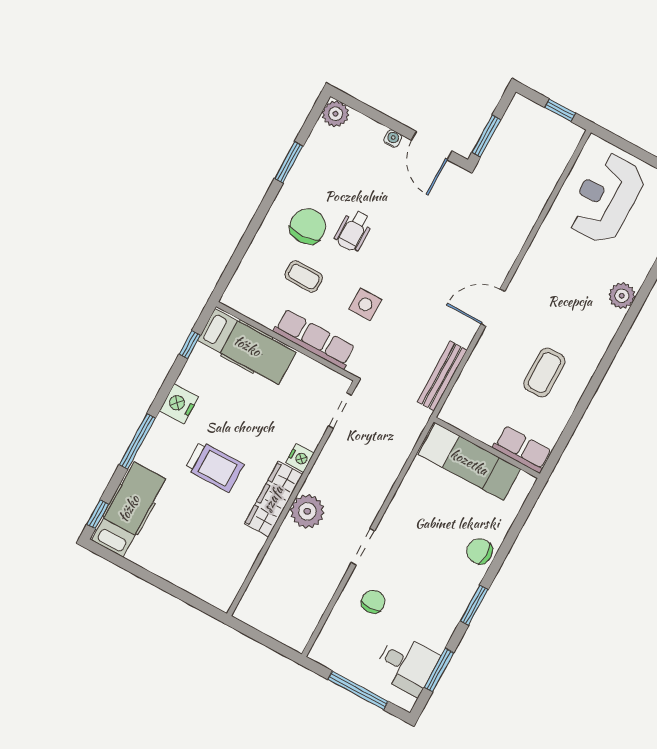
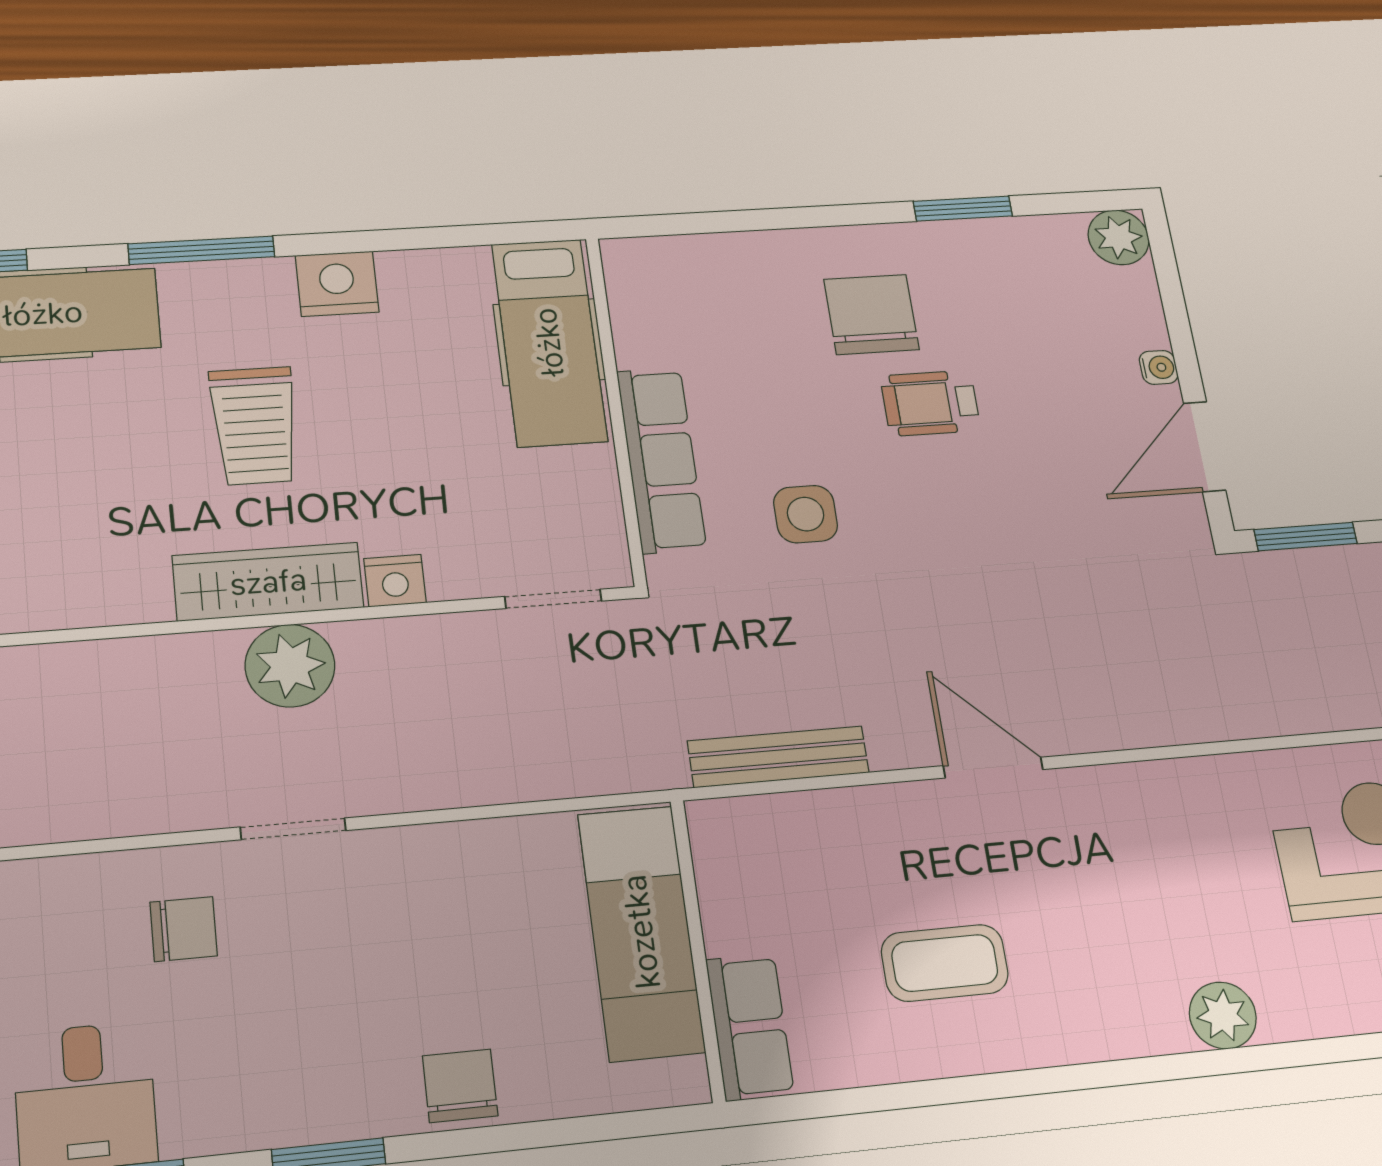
chair: (308, 226) -> (871, 314), turned -87
coffee table: (304, 276) -> (770, 365), removed
window: (190, 345) -> (473, 235), removed

